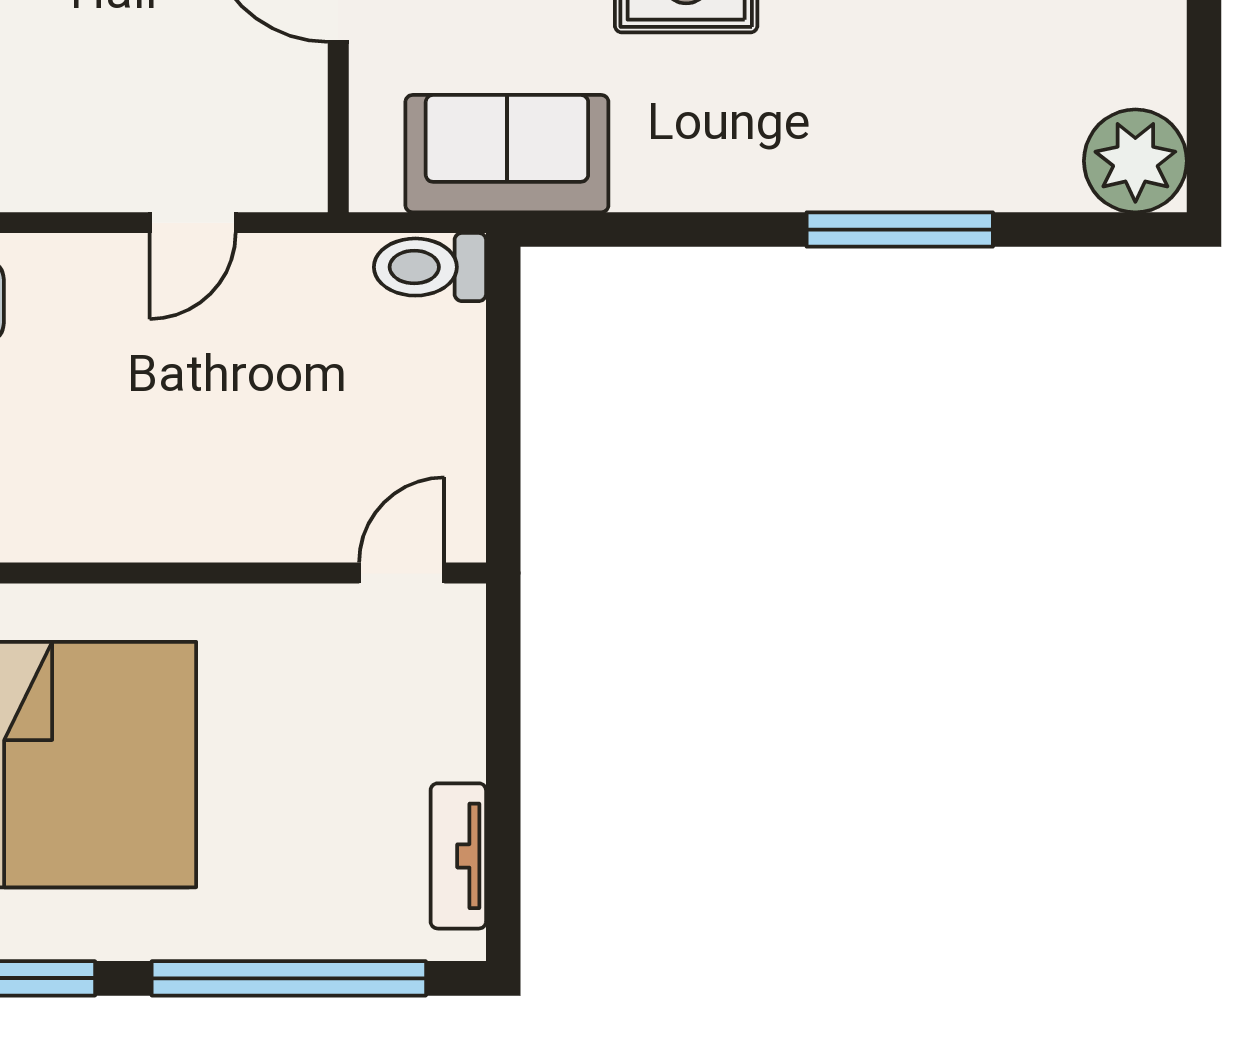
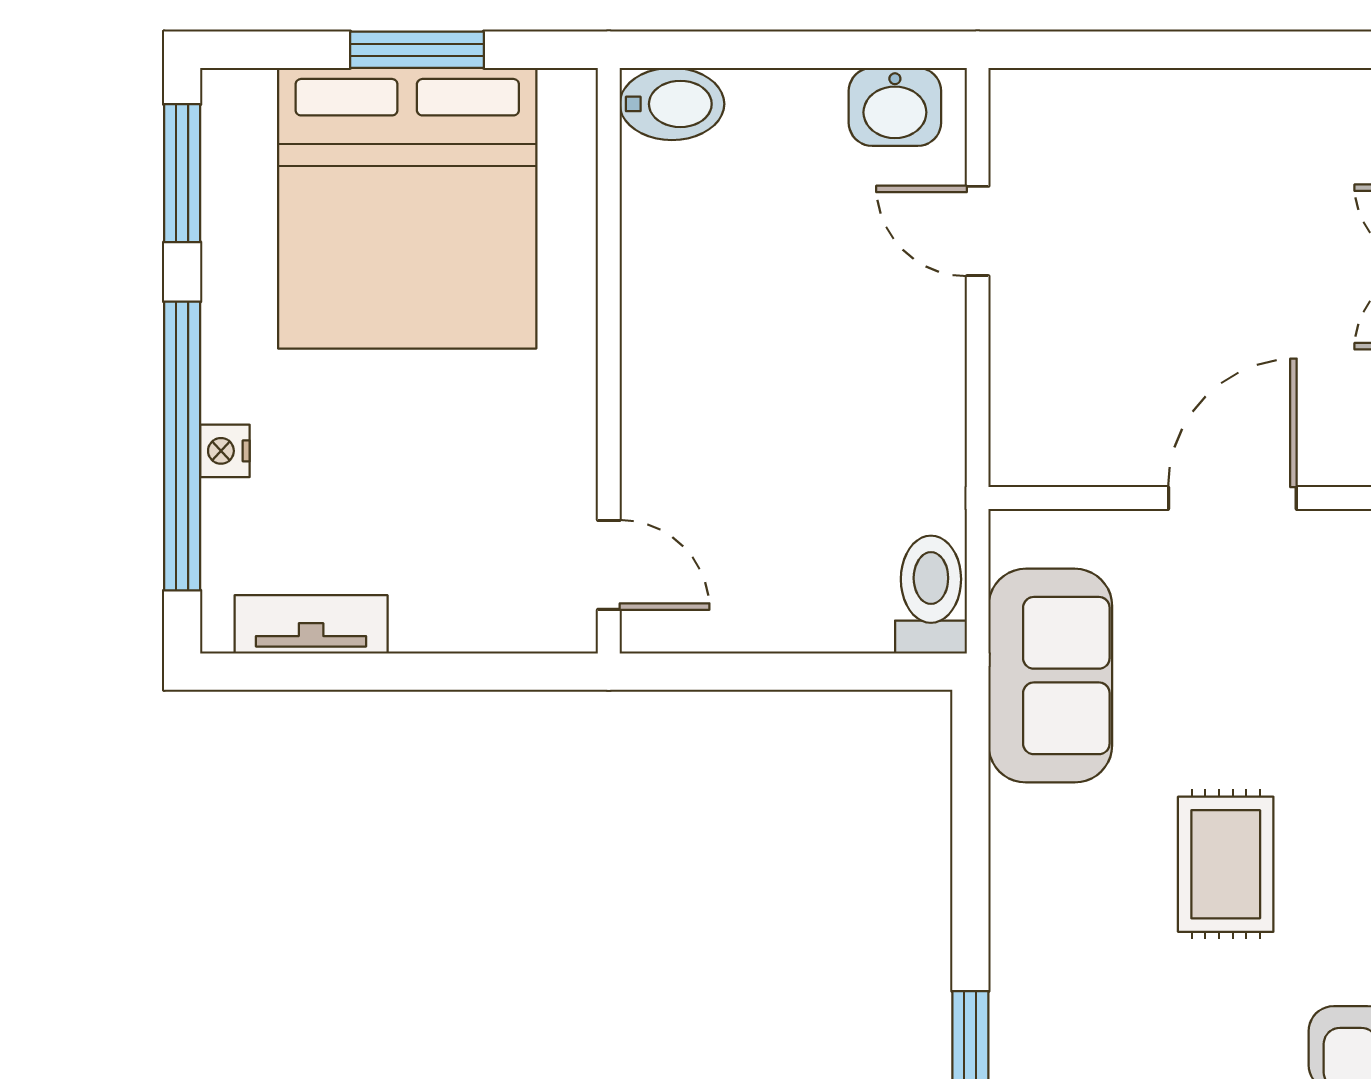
door: (193, 223) -> (978, 231), moved
nightstand: (293, 938) -> (225, 451), added

